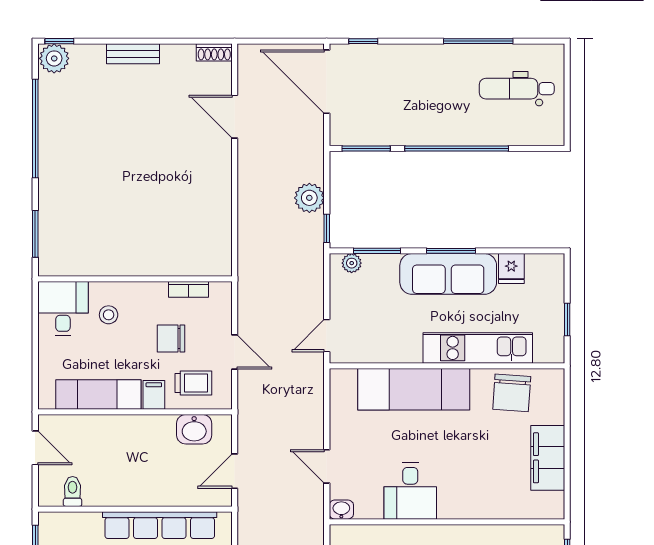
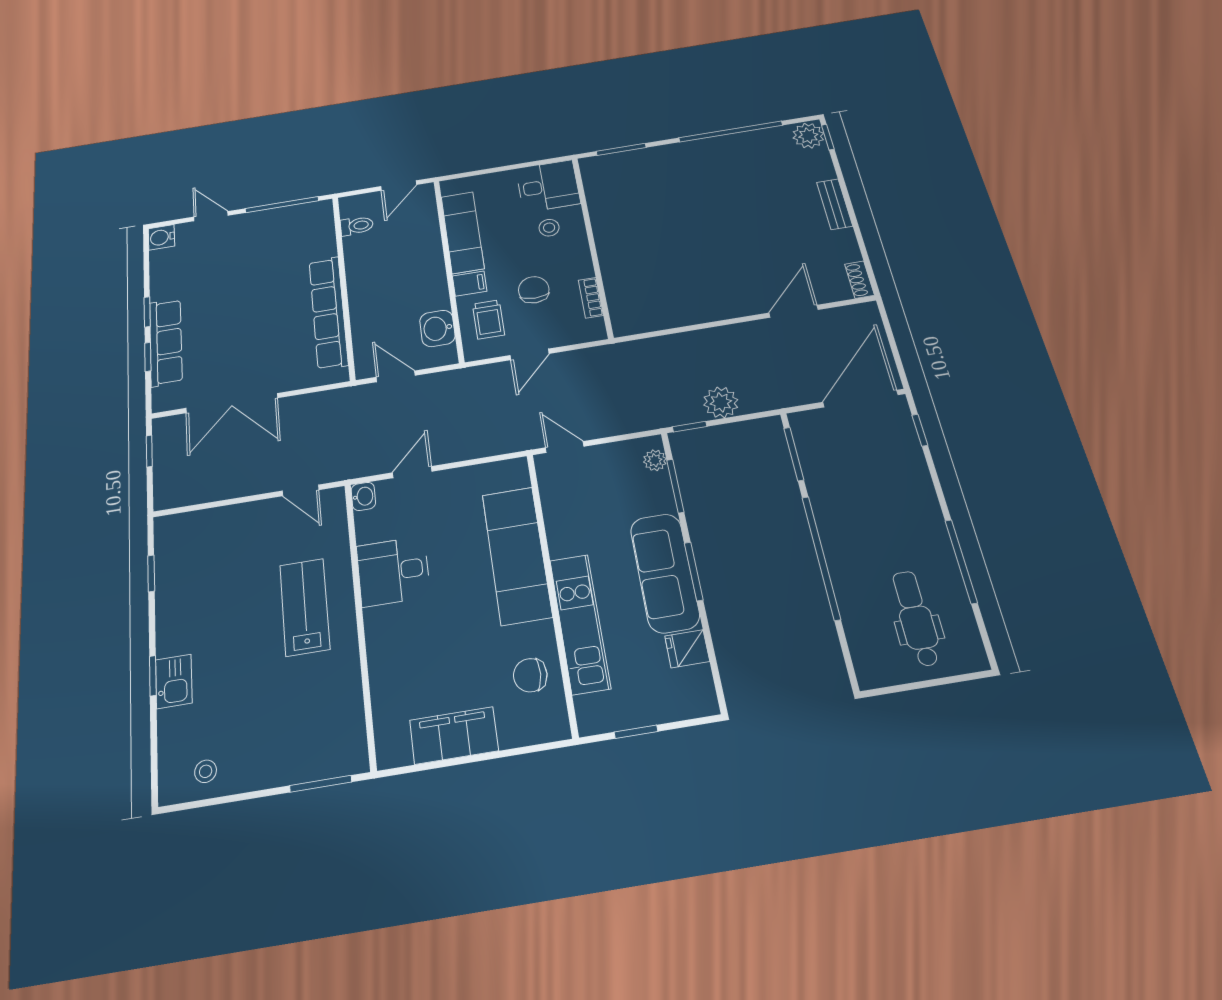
chair: (512, 393) -> (530, 675), width x0.73, depth x0.73

